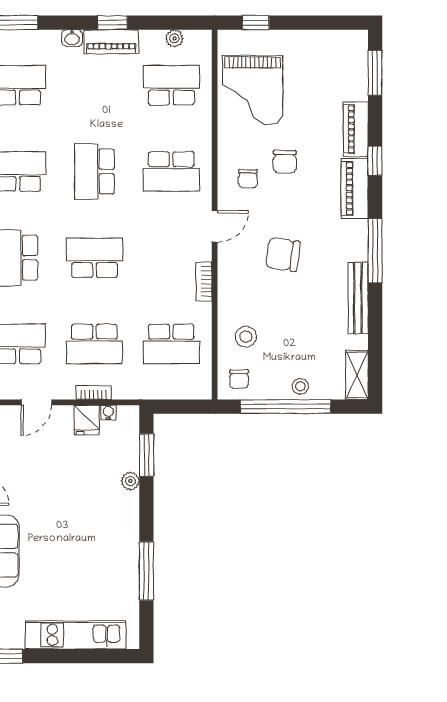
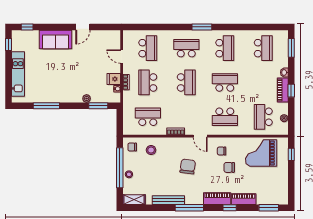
school desk: (171, 85) -> (263, 117), turned 180
school desk: (171, 171) -> (225, 117), turned -90
school desk: (171, 344) -> (148, 117), turned 90

